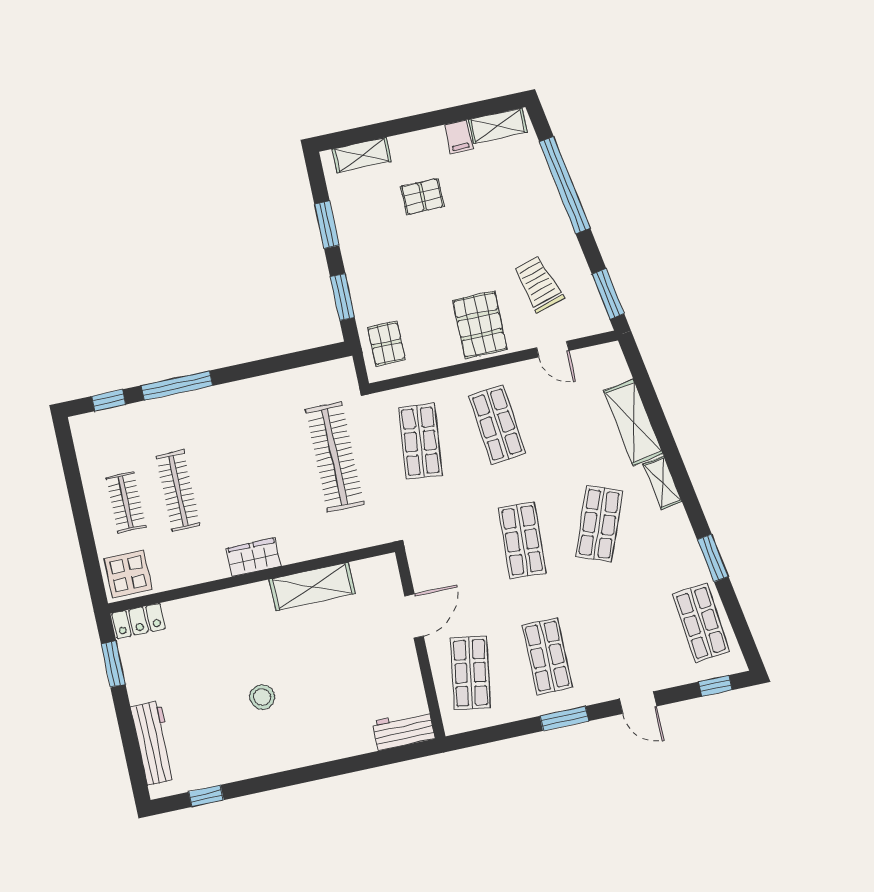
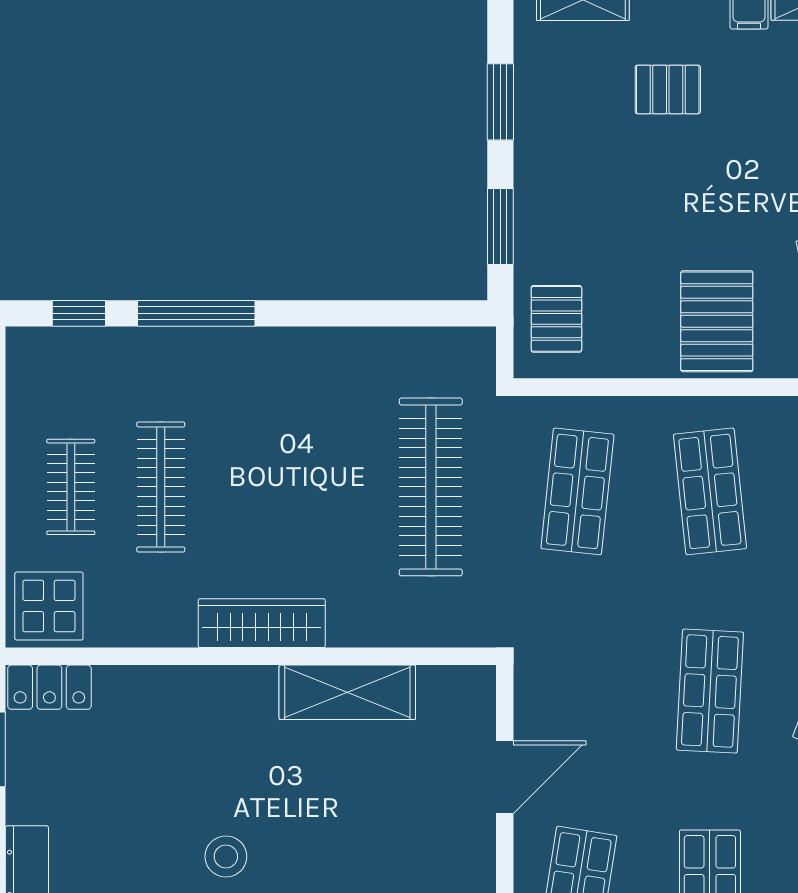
wardrobe: (254, 557) -> (262, 623), width x1.50

